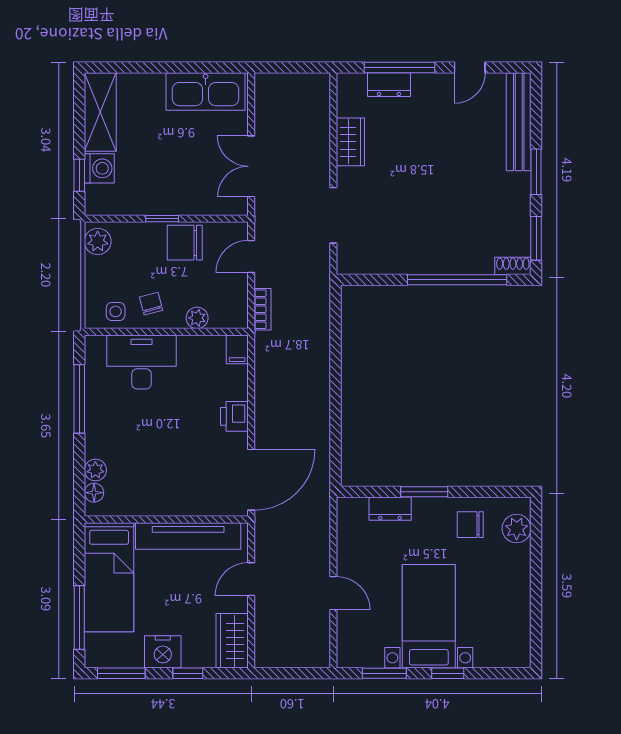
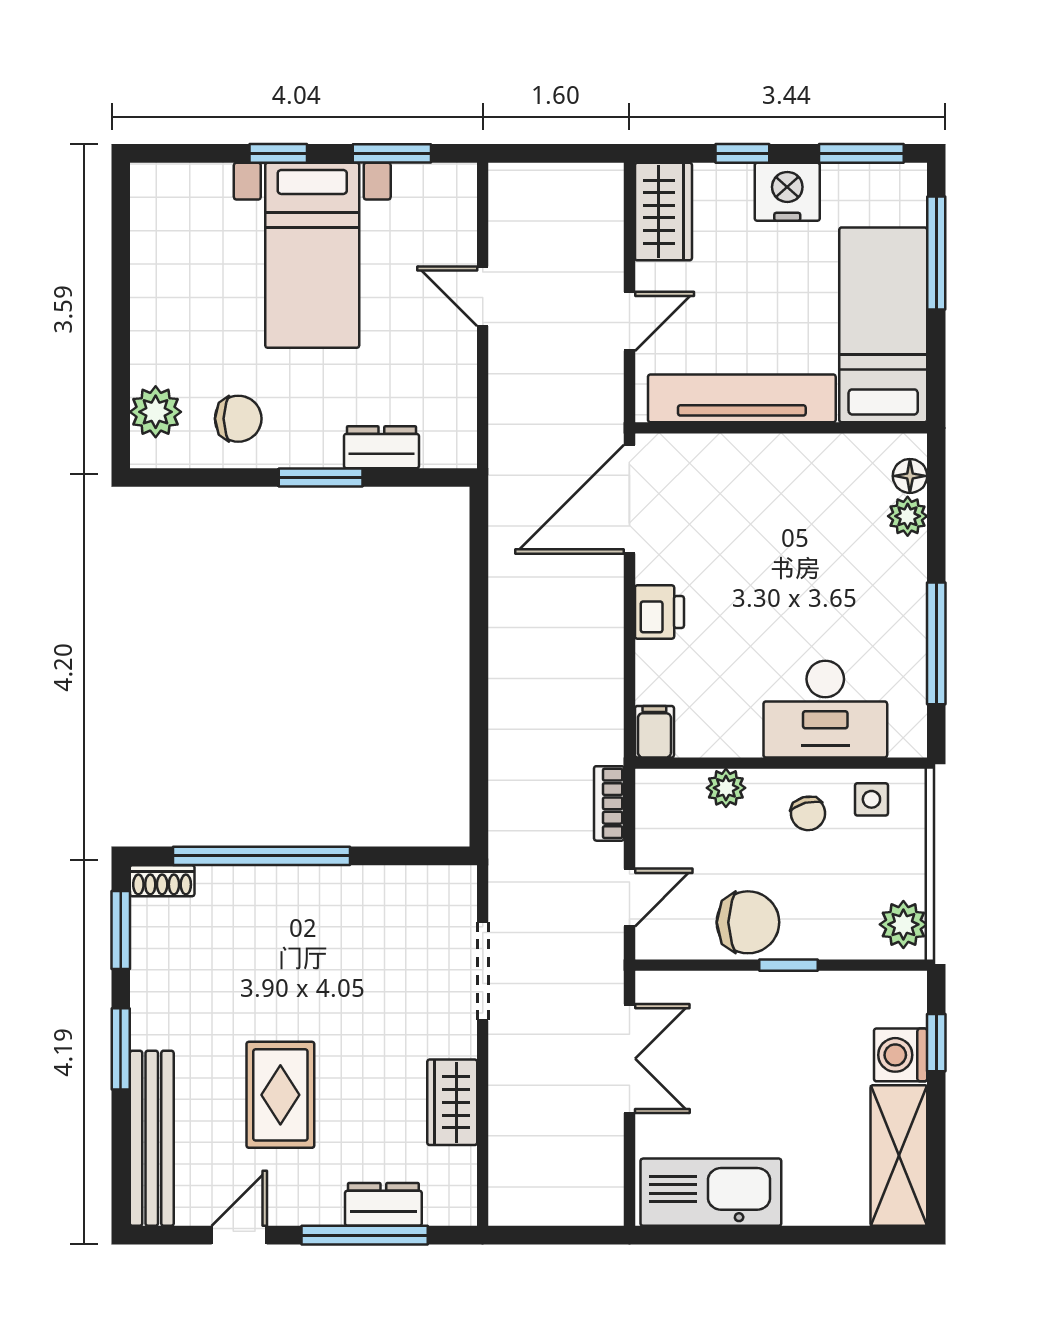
rug: (447, 146) -> (280, 1095), added

